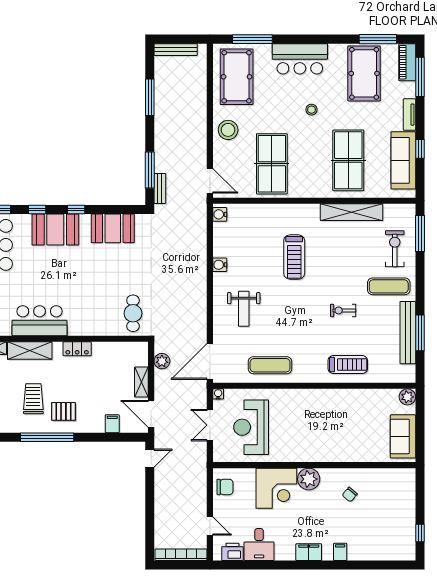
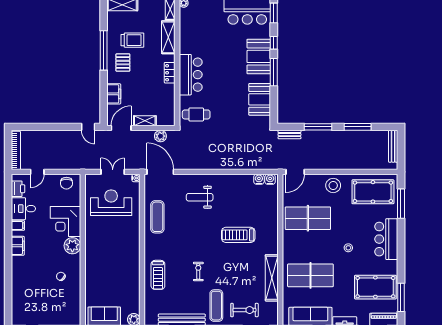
window: (150, 170) -> (318, 127), moved
window: (76, 210) -> (274, 72), width x2.17
water cooler: (220, 265) -> (259, 179), moved
bar counter: (40, 321) -> (191, 75), moved
filing cabinet: (112, 424) -> (114, 94), width x2.00
filing cabinet: (340, 552) -> (18, 226), moved

